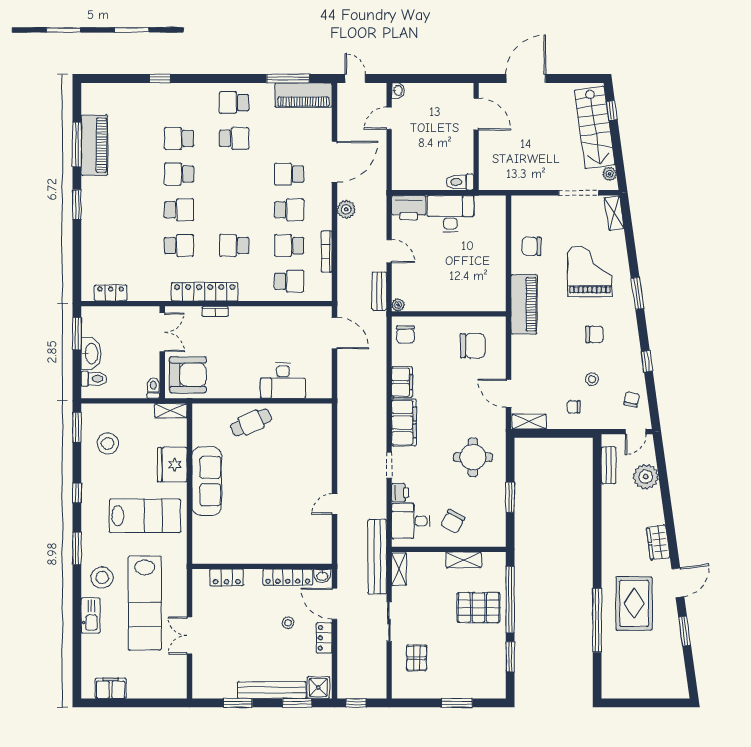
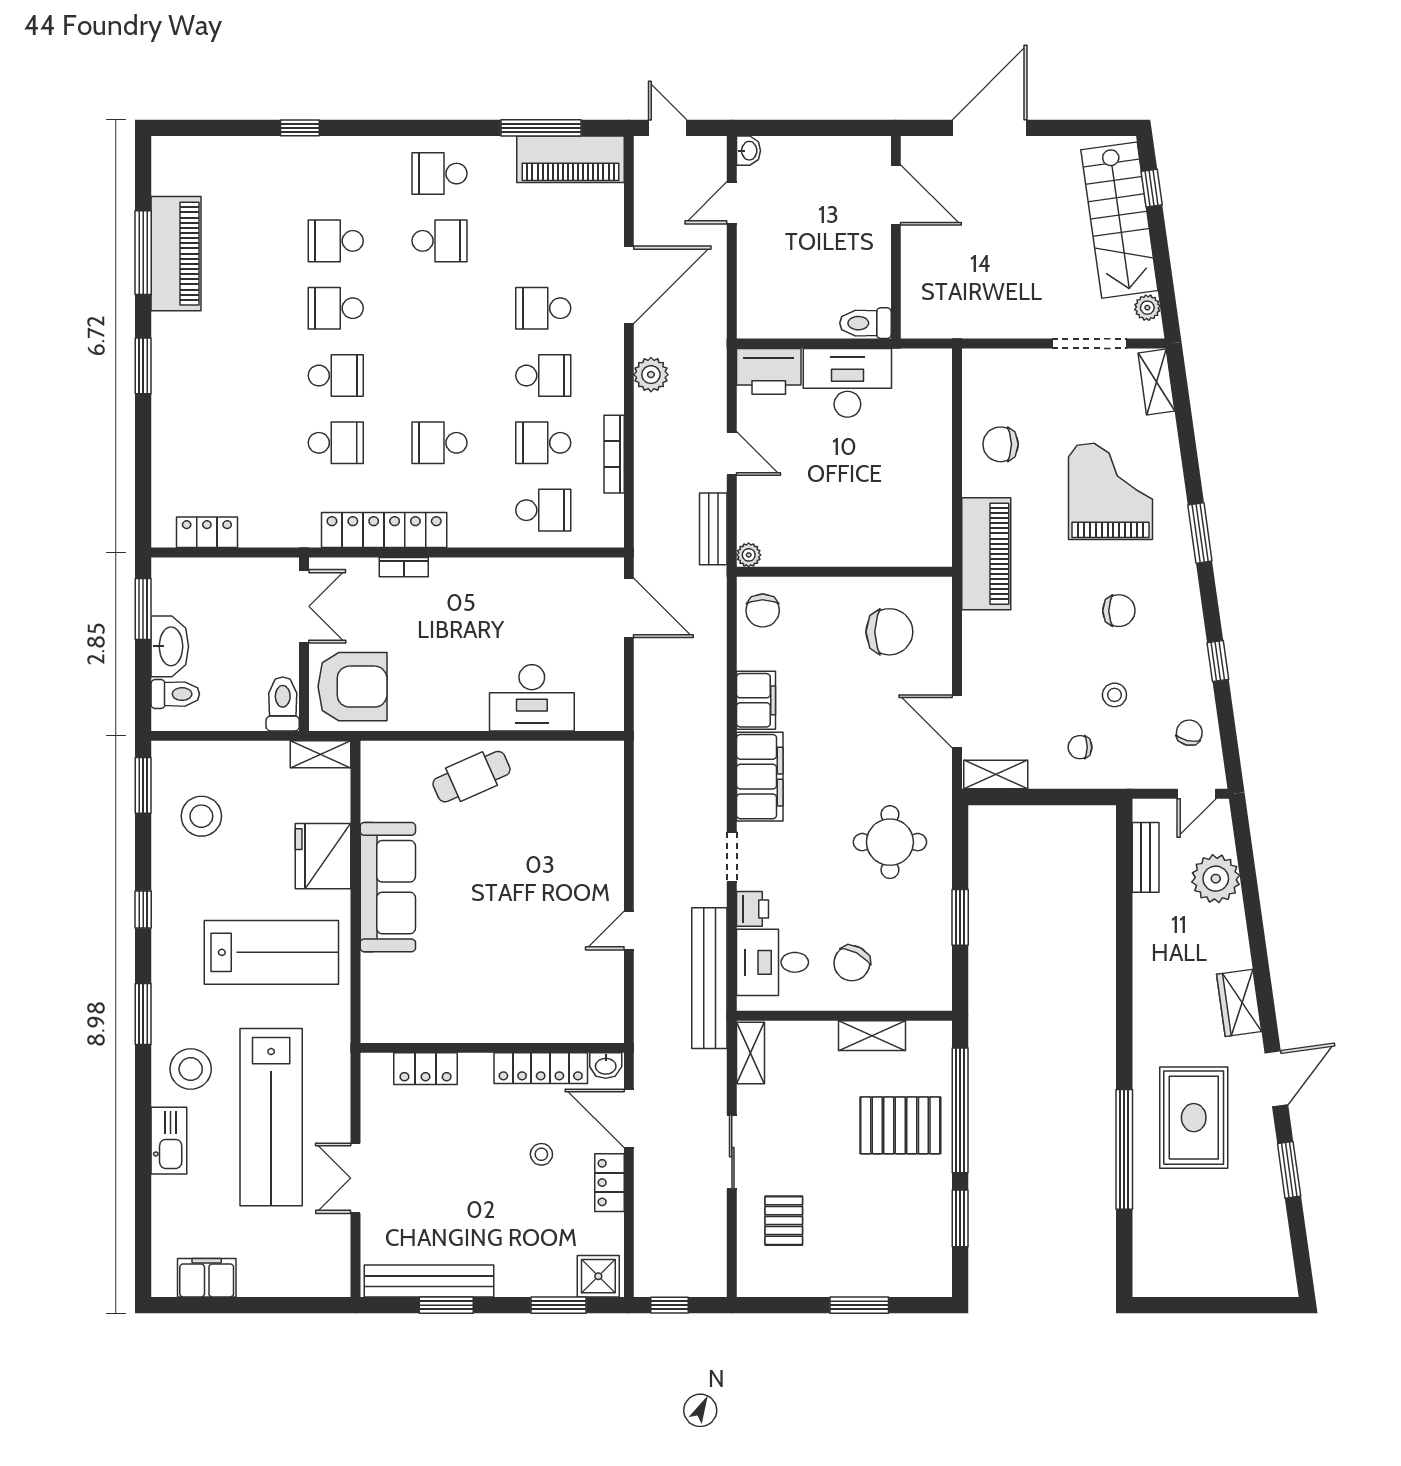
toilet: (153, 388) -> (283, 704), width x1.37, depth x1.39
bench: (377, 557) -> (709, 978), moved
bench: (272, 690) -> (429, 1281), moved

